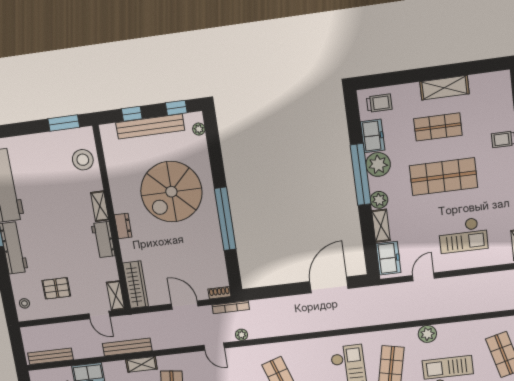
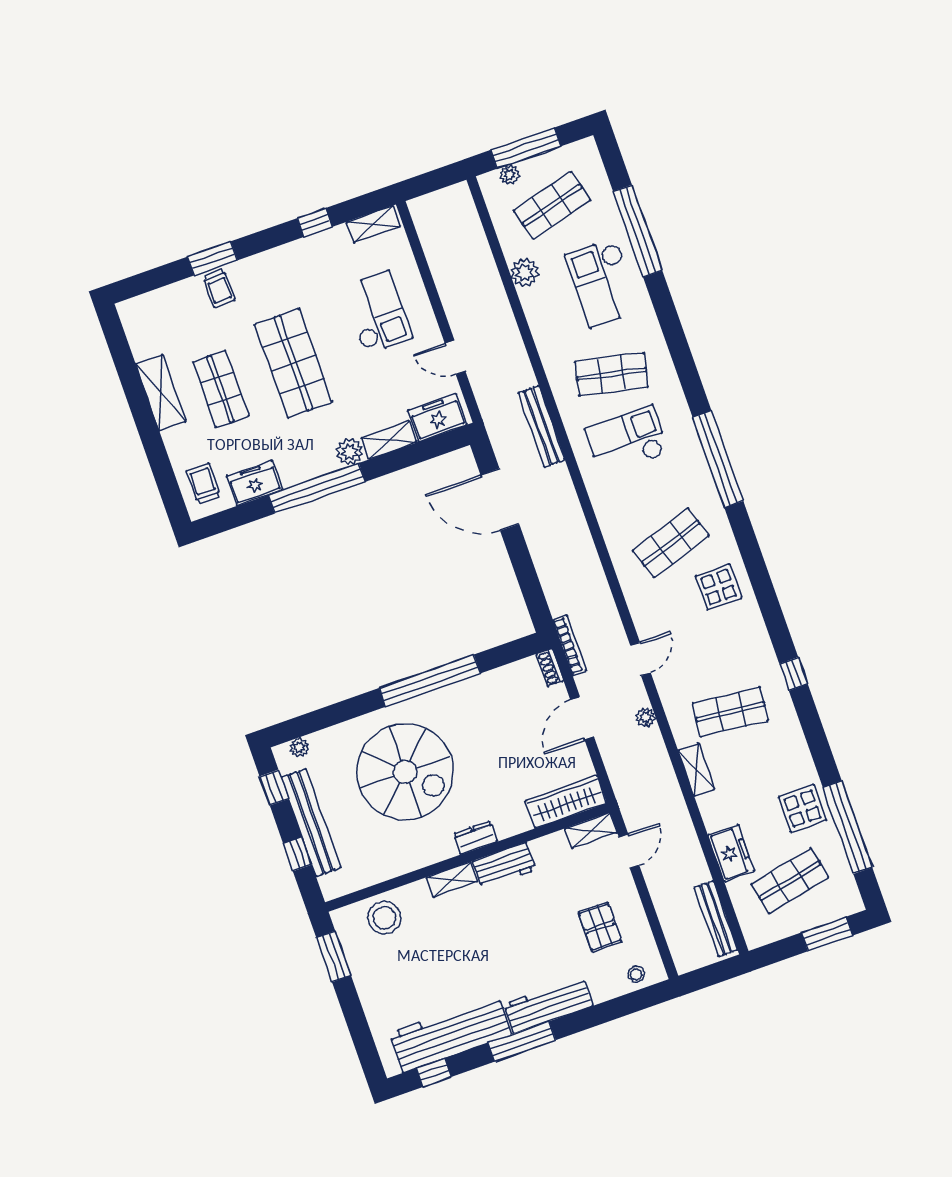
plant: (378, 164) -> (296, 465), removed
plant: (427, 334) -> (525, 272), moved
plant: (242, 335) -> (646, 717), moved
bench: (127, 347) -> (542, 426), moved

